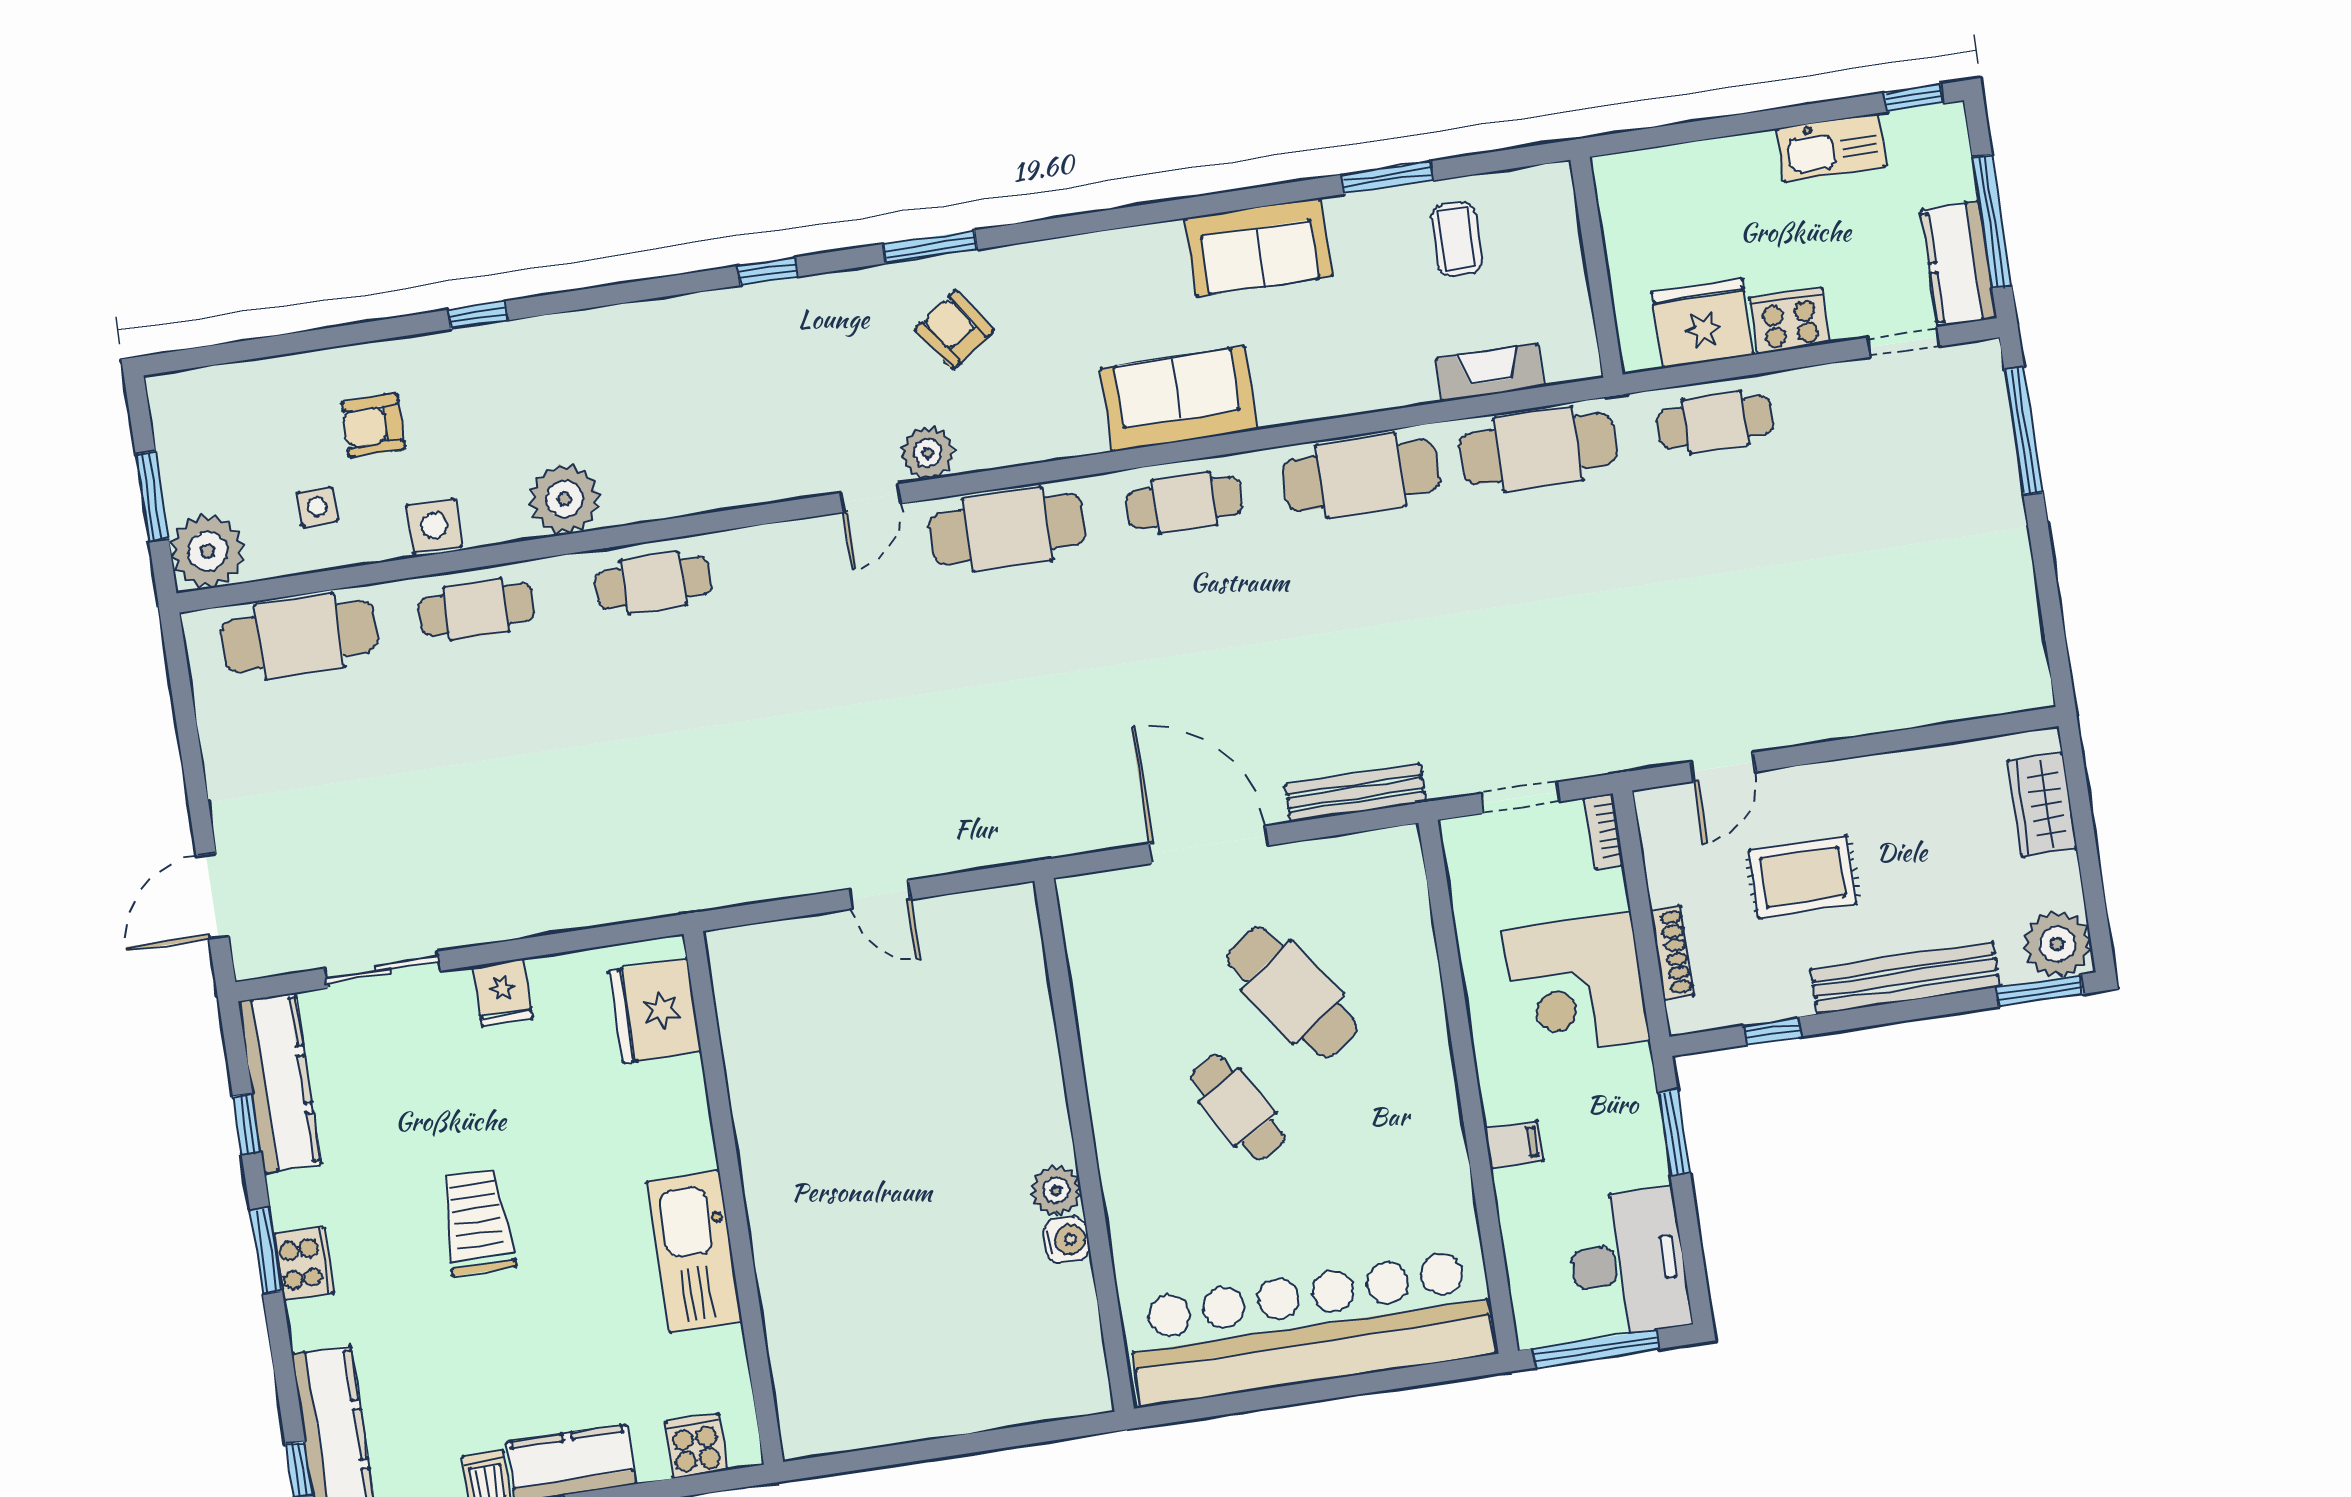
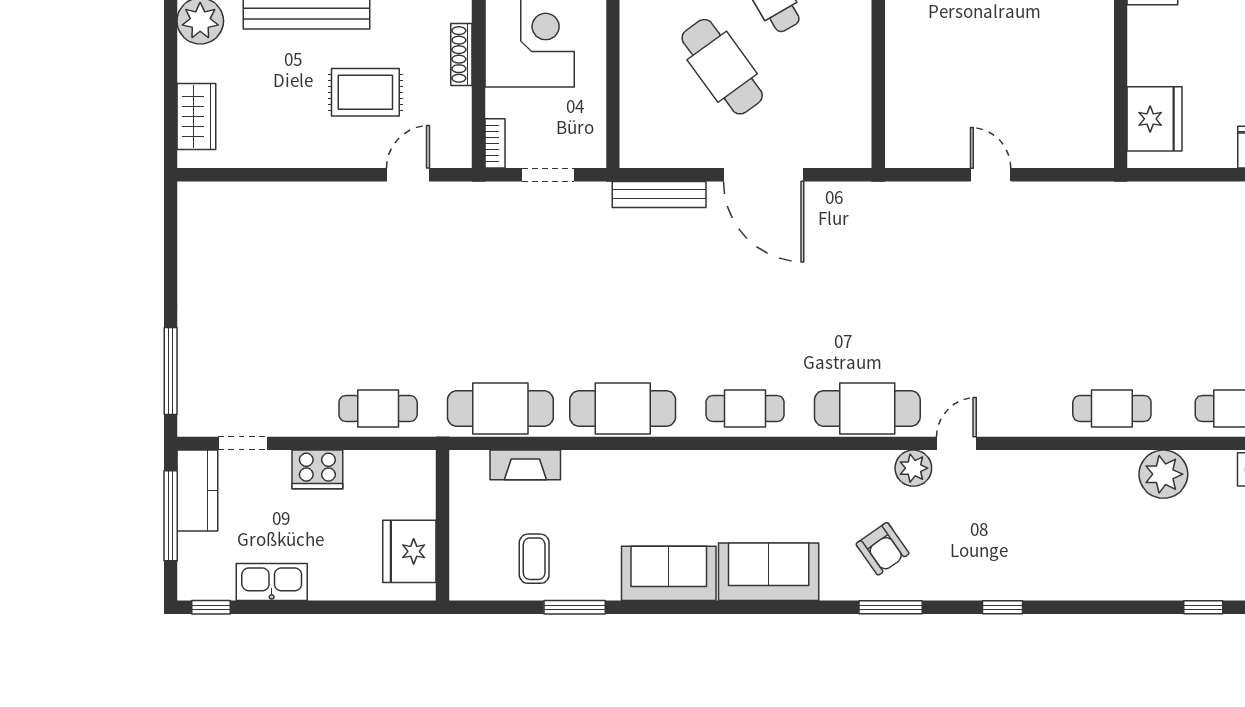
fridge: (1703, 323) -> (409, 551), moved, turned 90
sofa: (1179, 399) -> (769, 572), moved, turned 180

